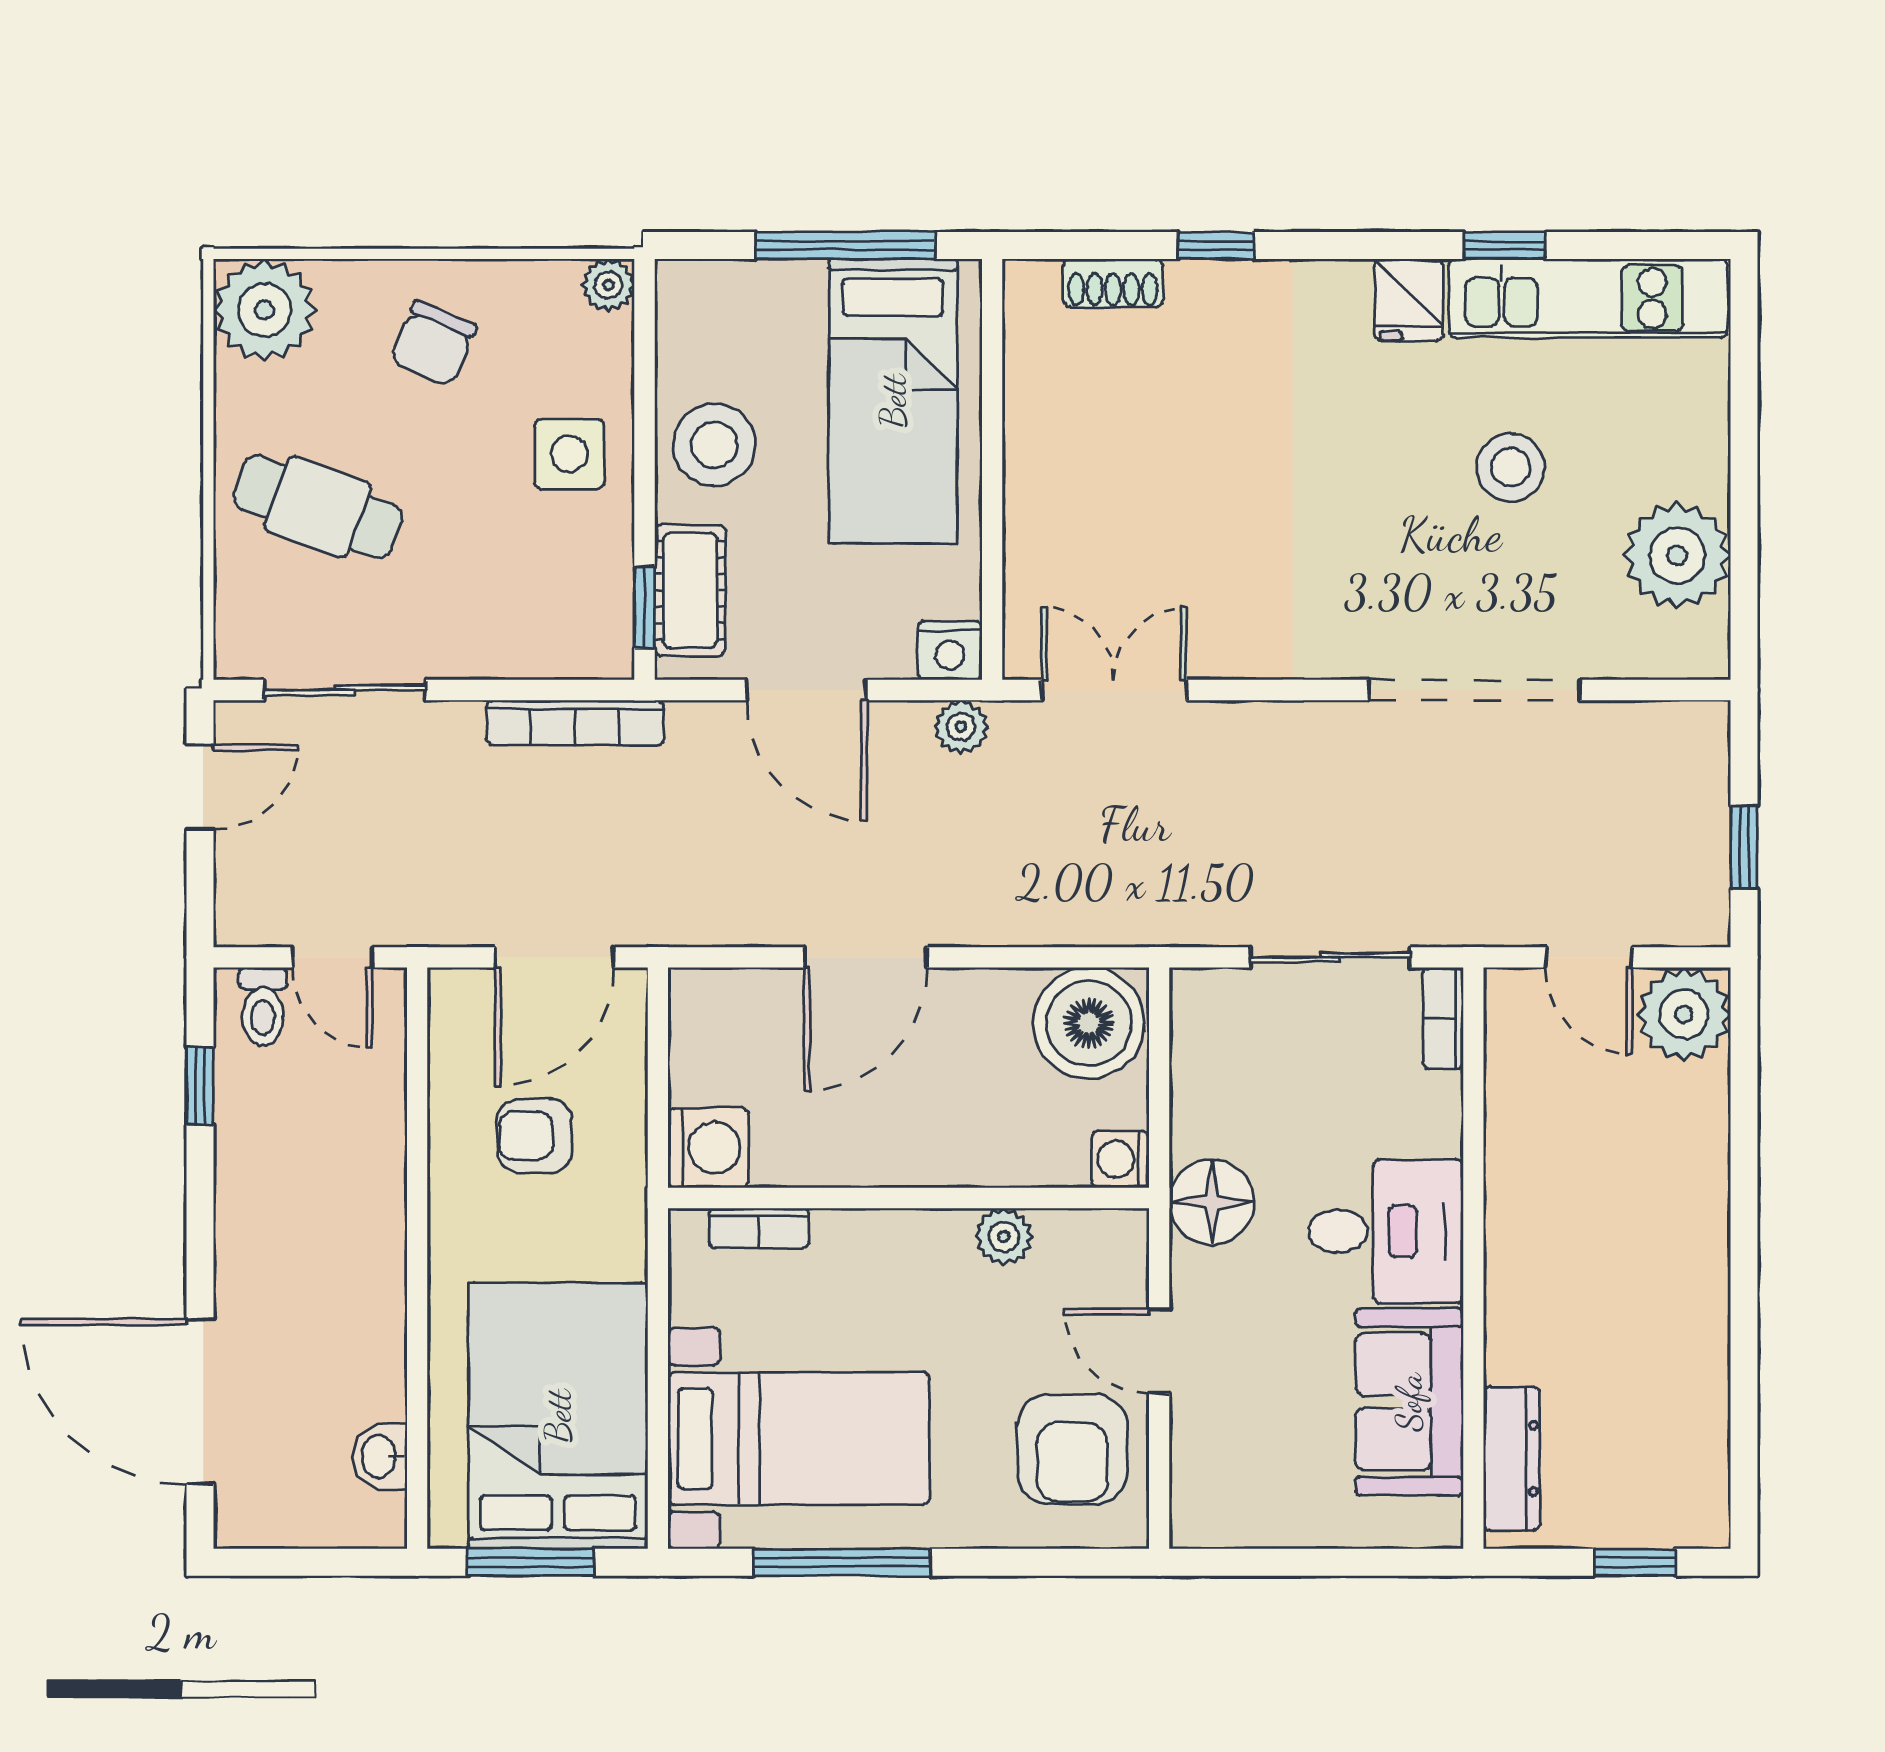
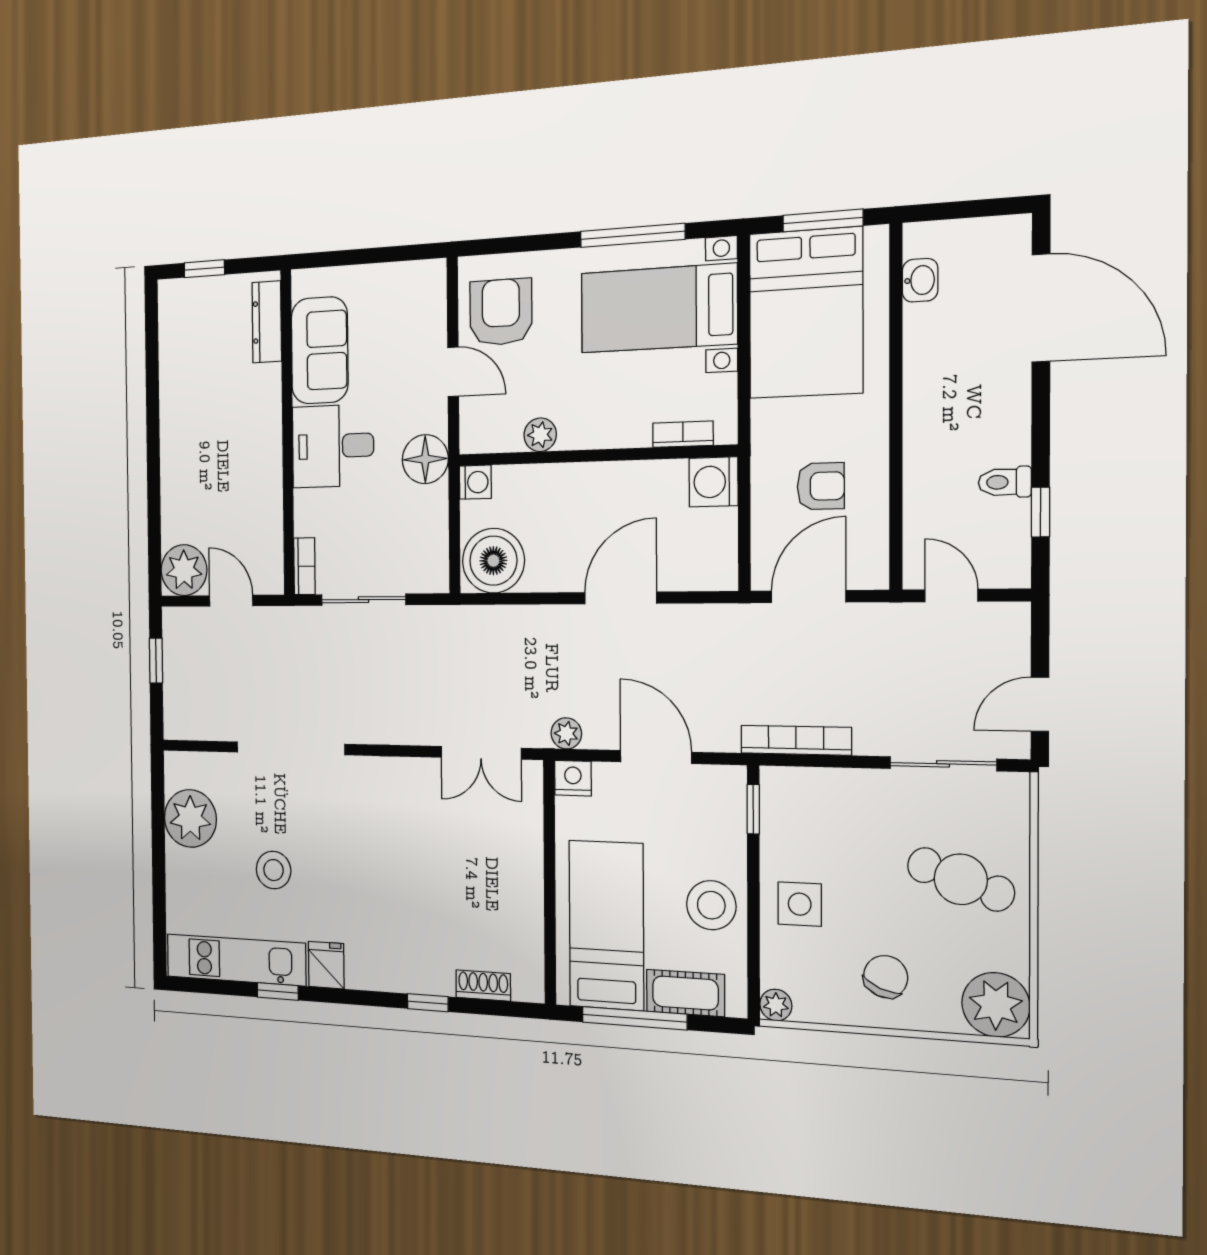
cot: (690, 590) -> (685, 993), moved, turned 90
toilet: (263, 1007) -> (1005, 482), moved, turned -90

